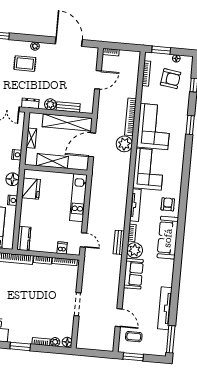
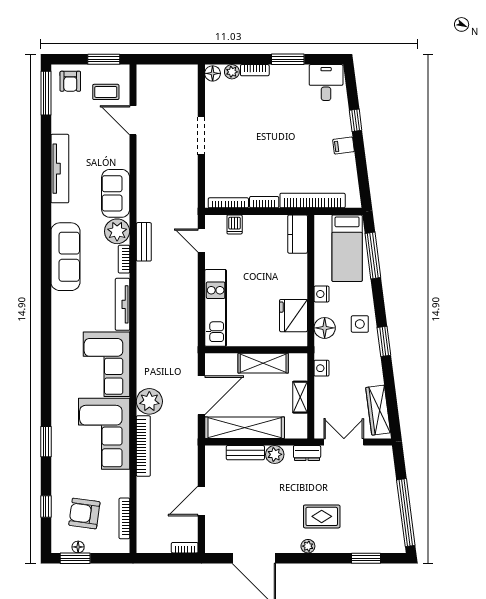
window: (161, 50) -> (75, 558), moved
armchair: (168, 204) -> (70, 81), moved
tv unit: (165, 308) -> (60, 169), moved

